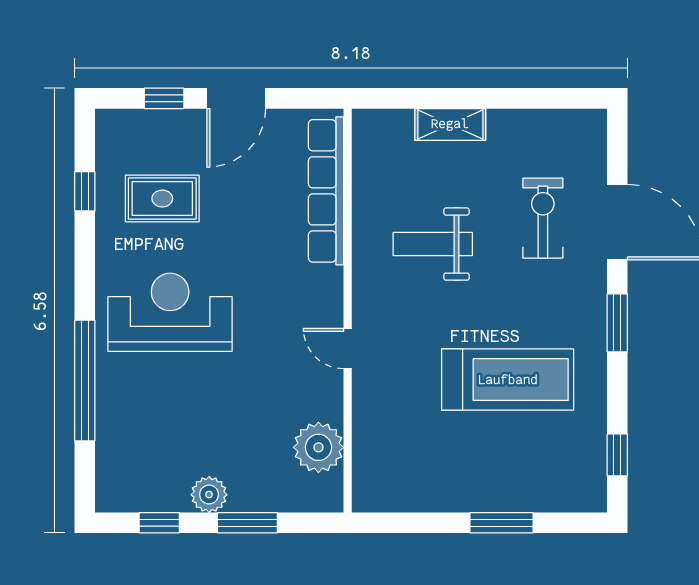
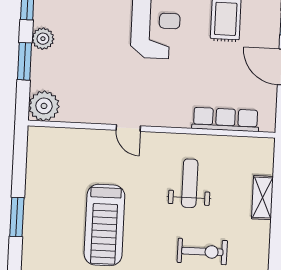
row of seats: (326, 191) -> (225, 119), width x0.73
door: (348, 349) -> (128, 128), swing flipped
plant: (318, 447) -> (44, 106), moved

